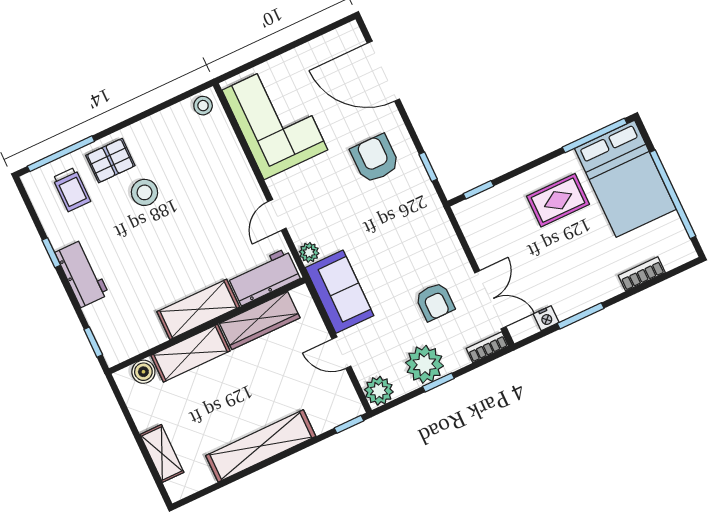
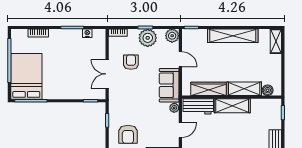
rug: (558, 200) -> (59, 81), removed
double door: (490, 300) -> (107, 74), moved
shelving: (162, 453) -> (276, 41), moved

